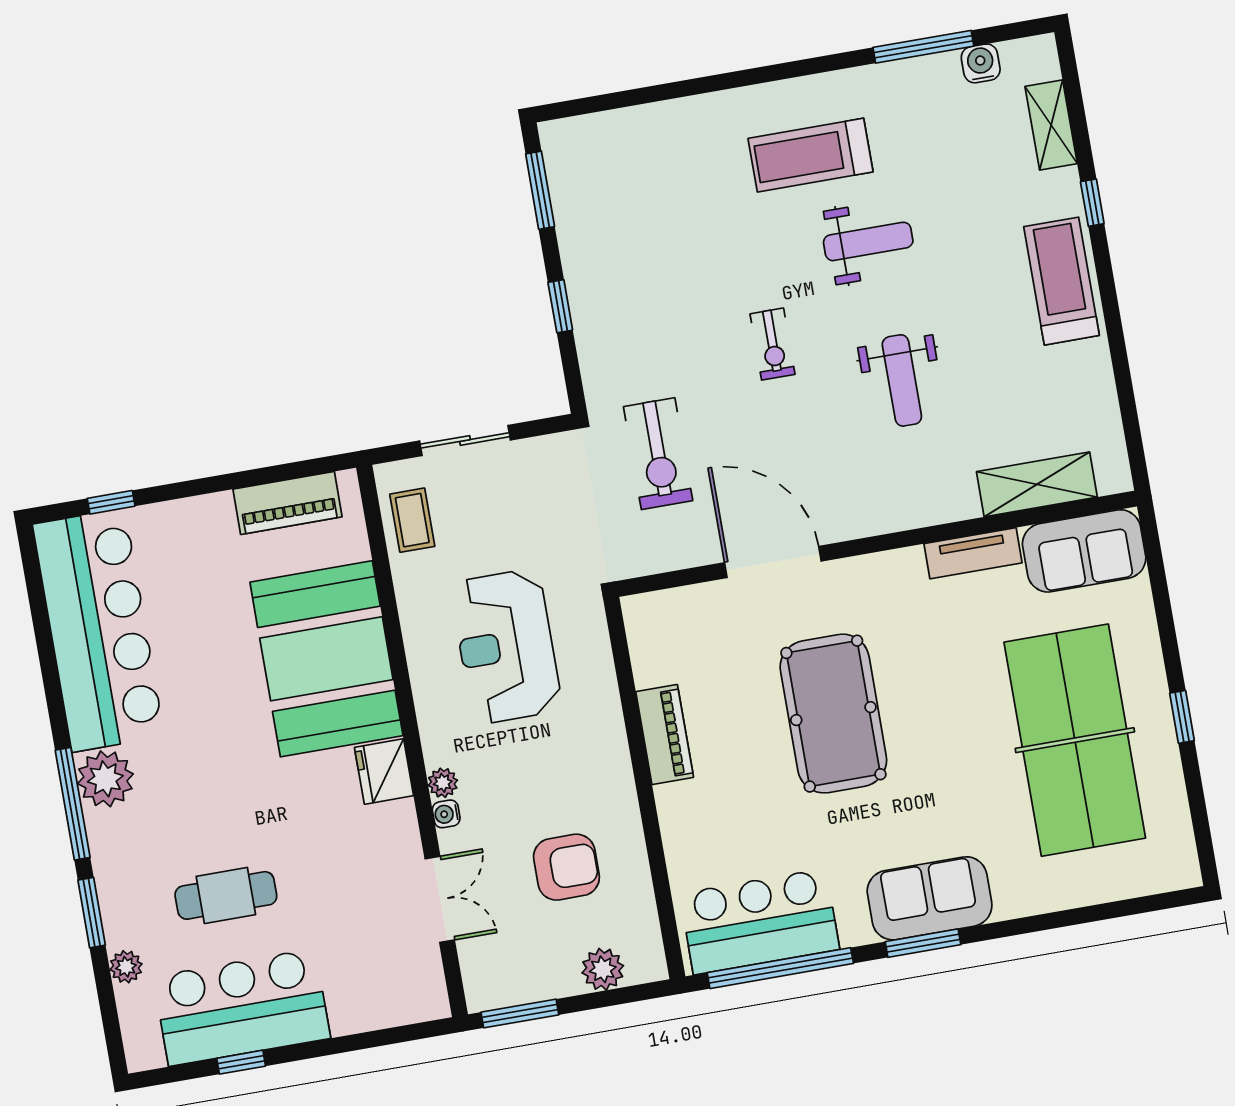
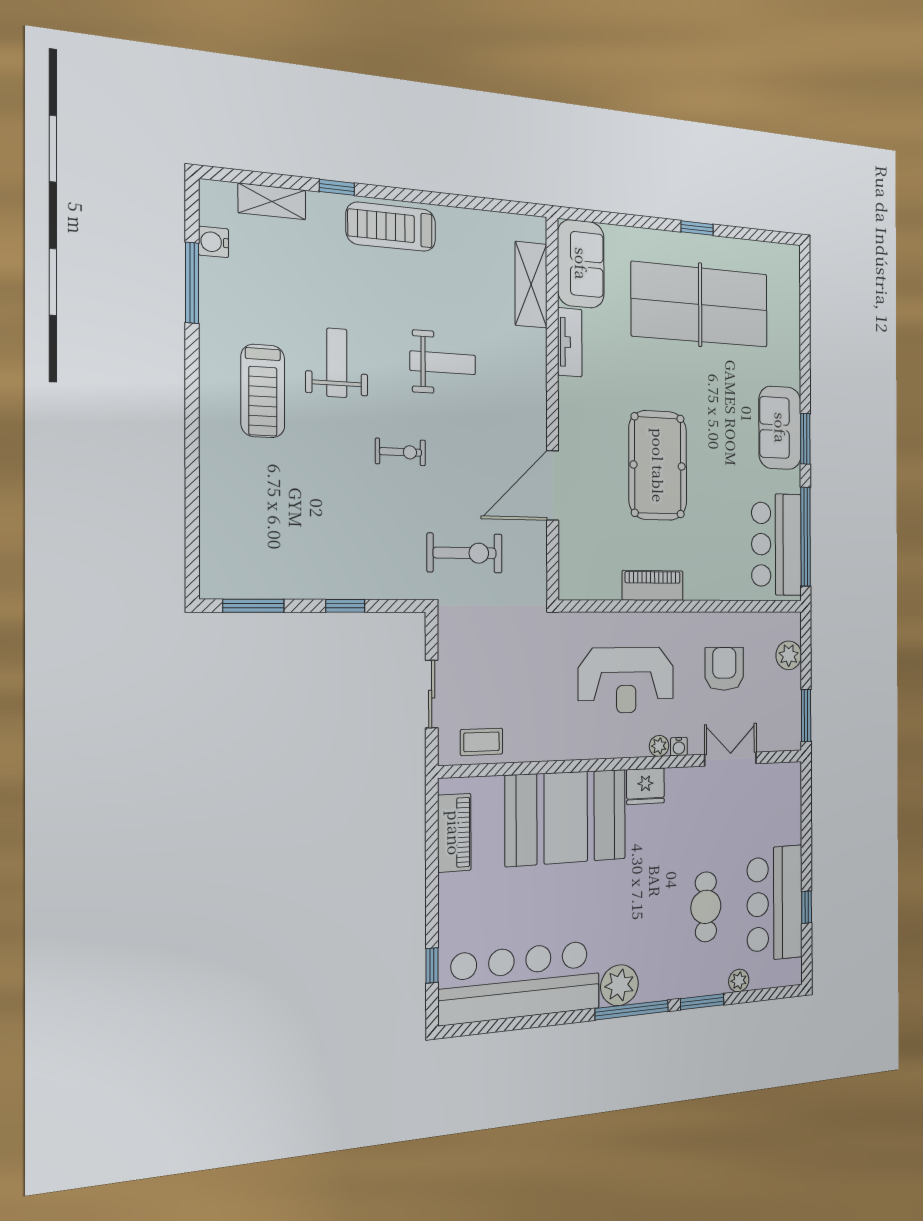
reception desk: (506, 646) -> (626, 680), moved
pool table: (833, 714) -> (658, 465), turned 90

